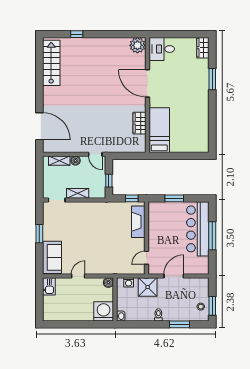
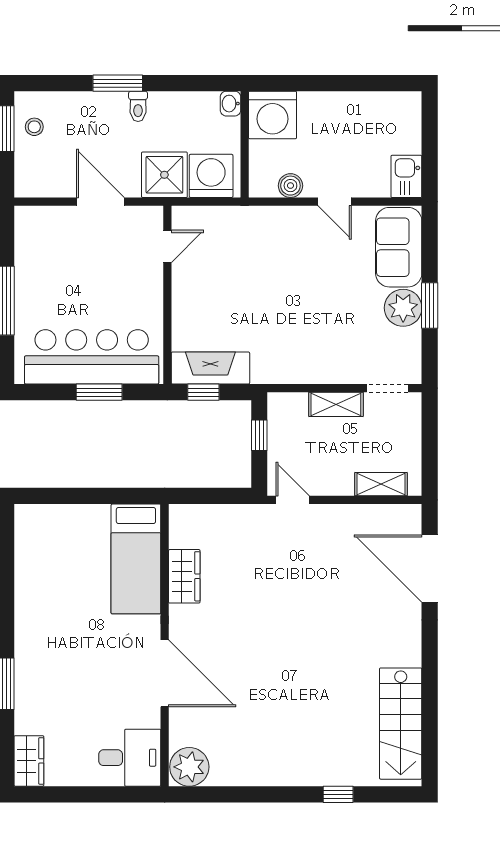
boiler: (75, 161) -> (341, 484), removed
fireplace: (138, 222) -> (210, 368), moved, turned -90
bar counter: (198, 229) -> (92, 357), moved, turned -90
plant: (50, 233) -> (403, 308), added
door: (78, 276) -> (335, 202), hinge flipped
door: (174, 276) -> (100, 202), swing flipped
washing machine: (129, 282) -> (211, 176), width x1.89, depth x1.89
boiler: (108, 283) -> (290, 186), moved
window: (180, 324) -> (118, 83), moved

